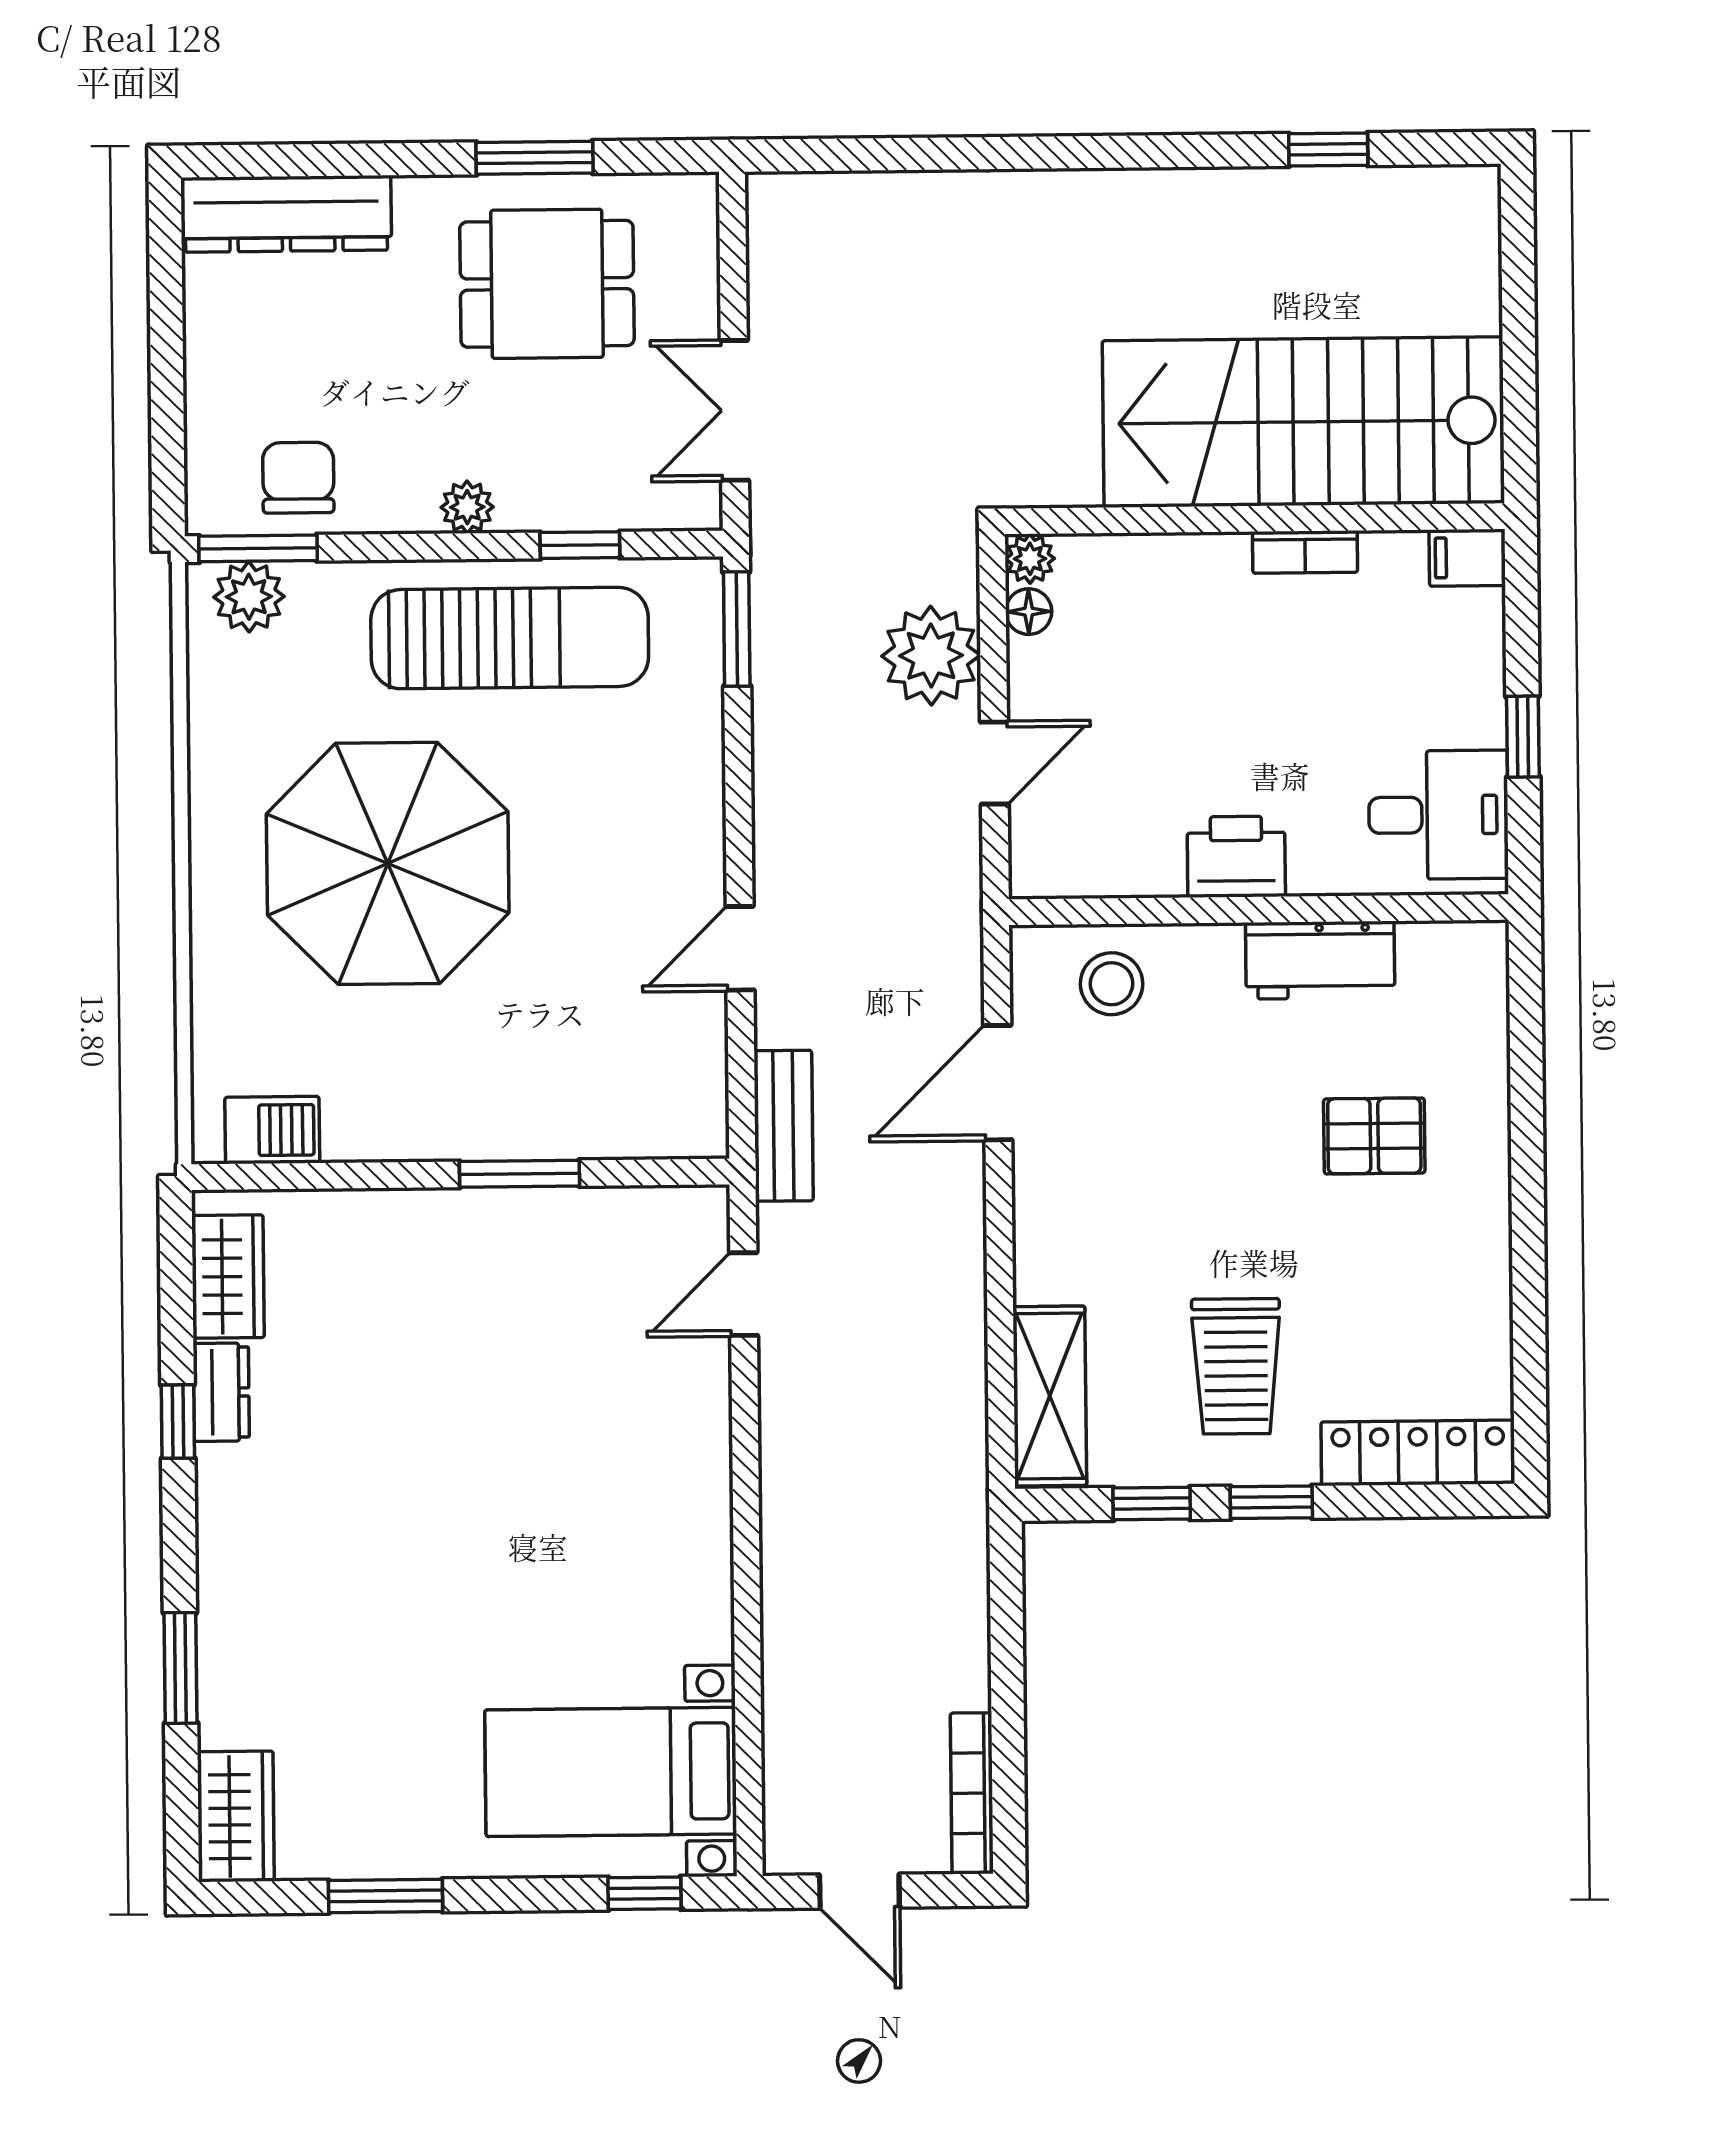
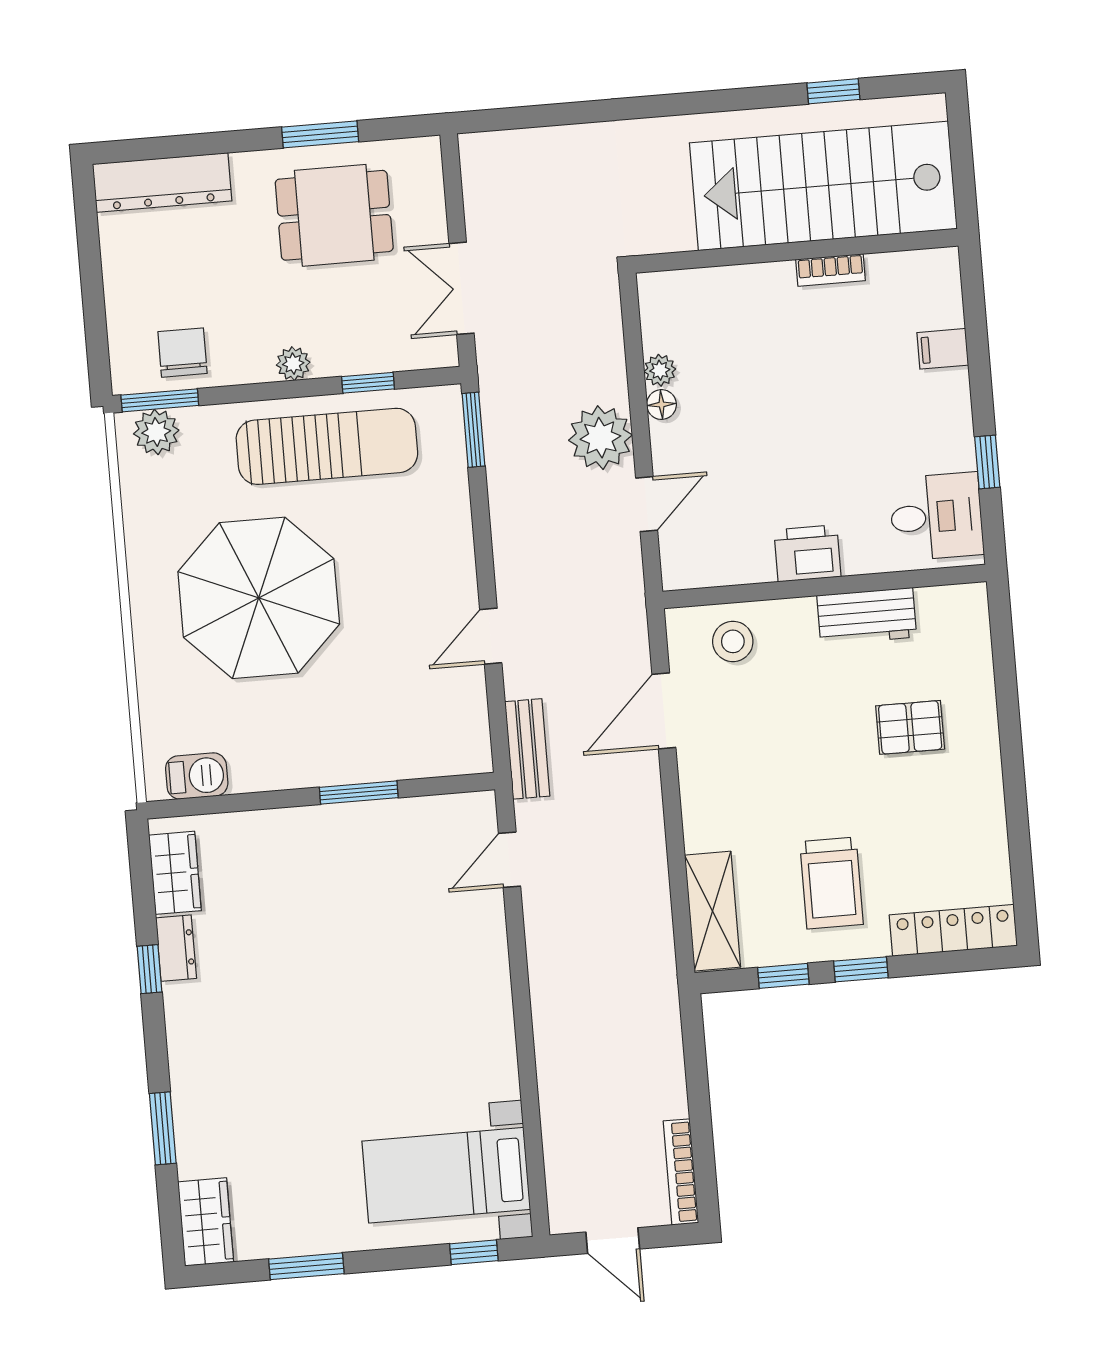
stairs: (1303, 422) -> (823, 186), moved
wall: (1255, 519) -> (796, 251), moved
bookcase: (1305, 552) -> (831, 270), moved

